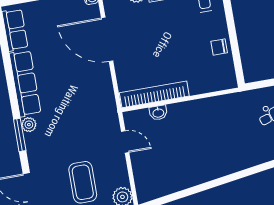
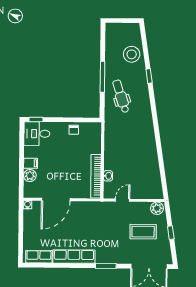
plant: (29, 125) -> (100, 259), removed

